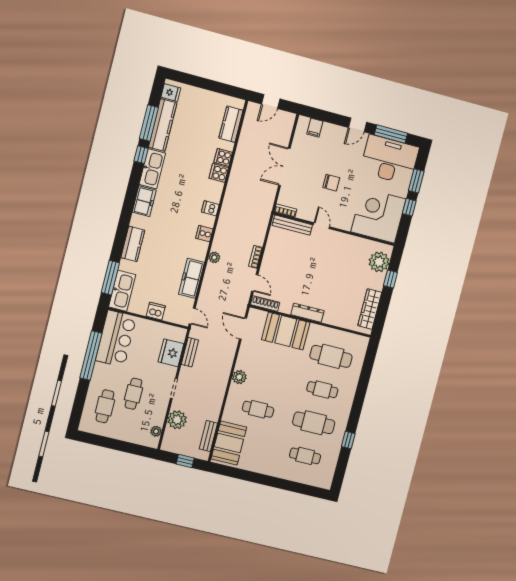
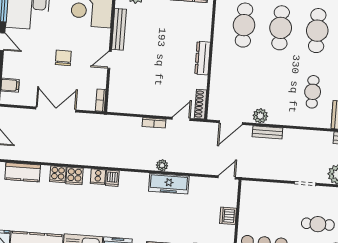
double door: (284, 167) -> (56, 109), swing flipped
bench: (292, 225) -> (119, 29), moved
cooker: (204, 234) -> (98, 177), moved
freezer: (191, 278) -> (169, 184), moved
booth: (286, 331) -> (226, 77), removed
bench: (190, 352) -> (267, 132), moved
fridge: (171, 353) -> (269, 193), removed
plant: (239, 377) -> (260, 116), moved
cafe table: (322, 390) -> (281, 28), width x1.37, depth x1.35

